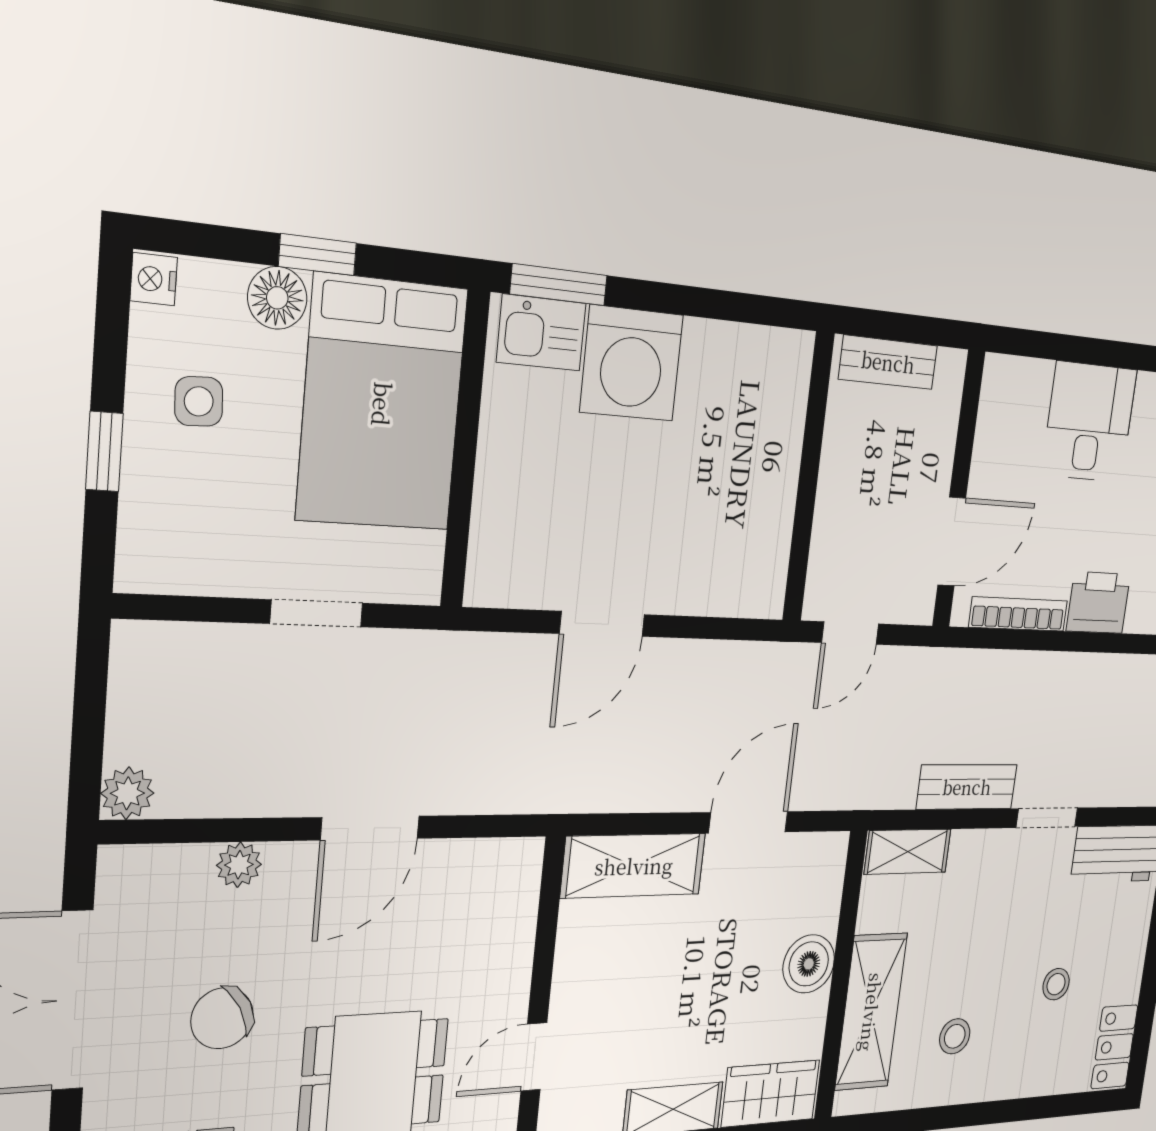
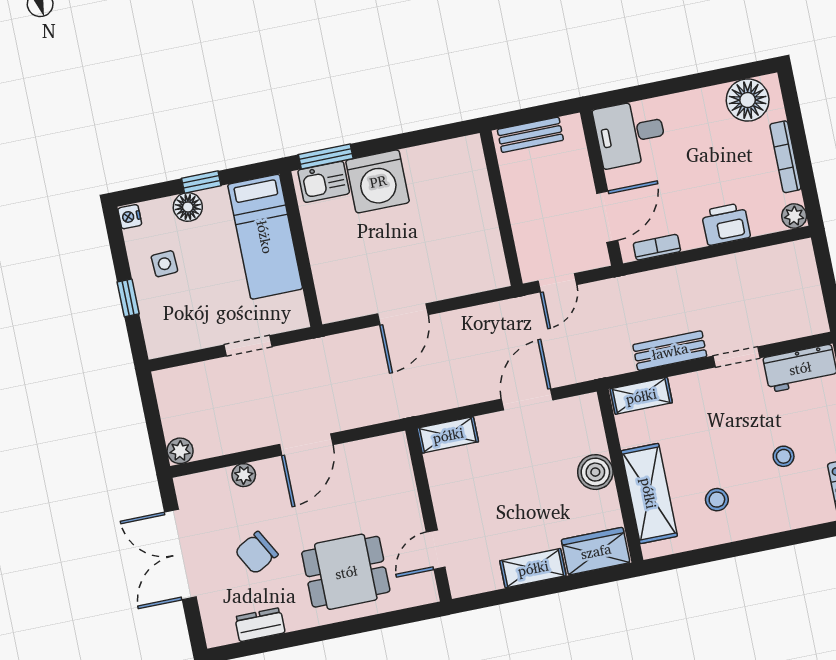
bed: (382, 404) -> (265, 237), width x0.67
desk: (1089, 422) -> (630, 133), moved, turned -90
bookcase: (1018, 614) -> (657, 247), width x0.64
shelving: (634, 866) -> (448, 435), width x0.67, depth x0.75

